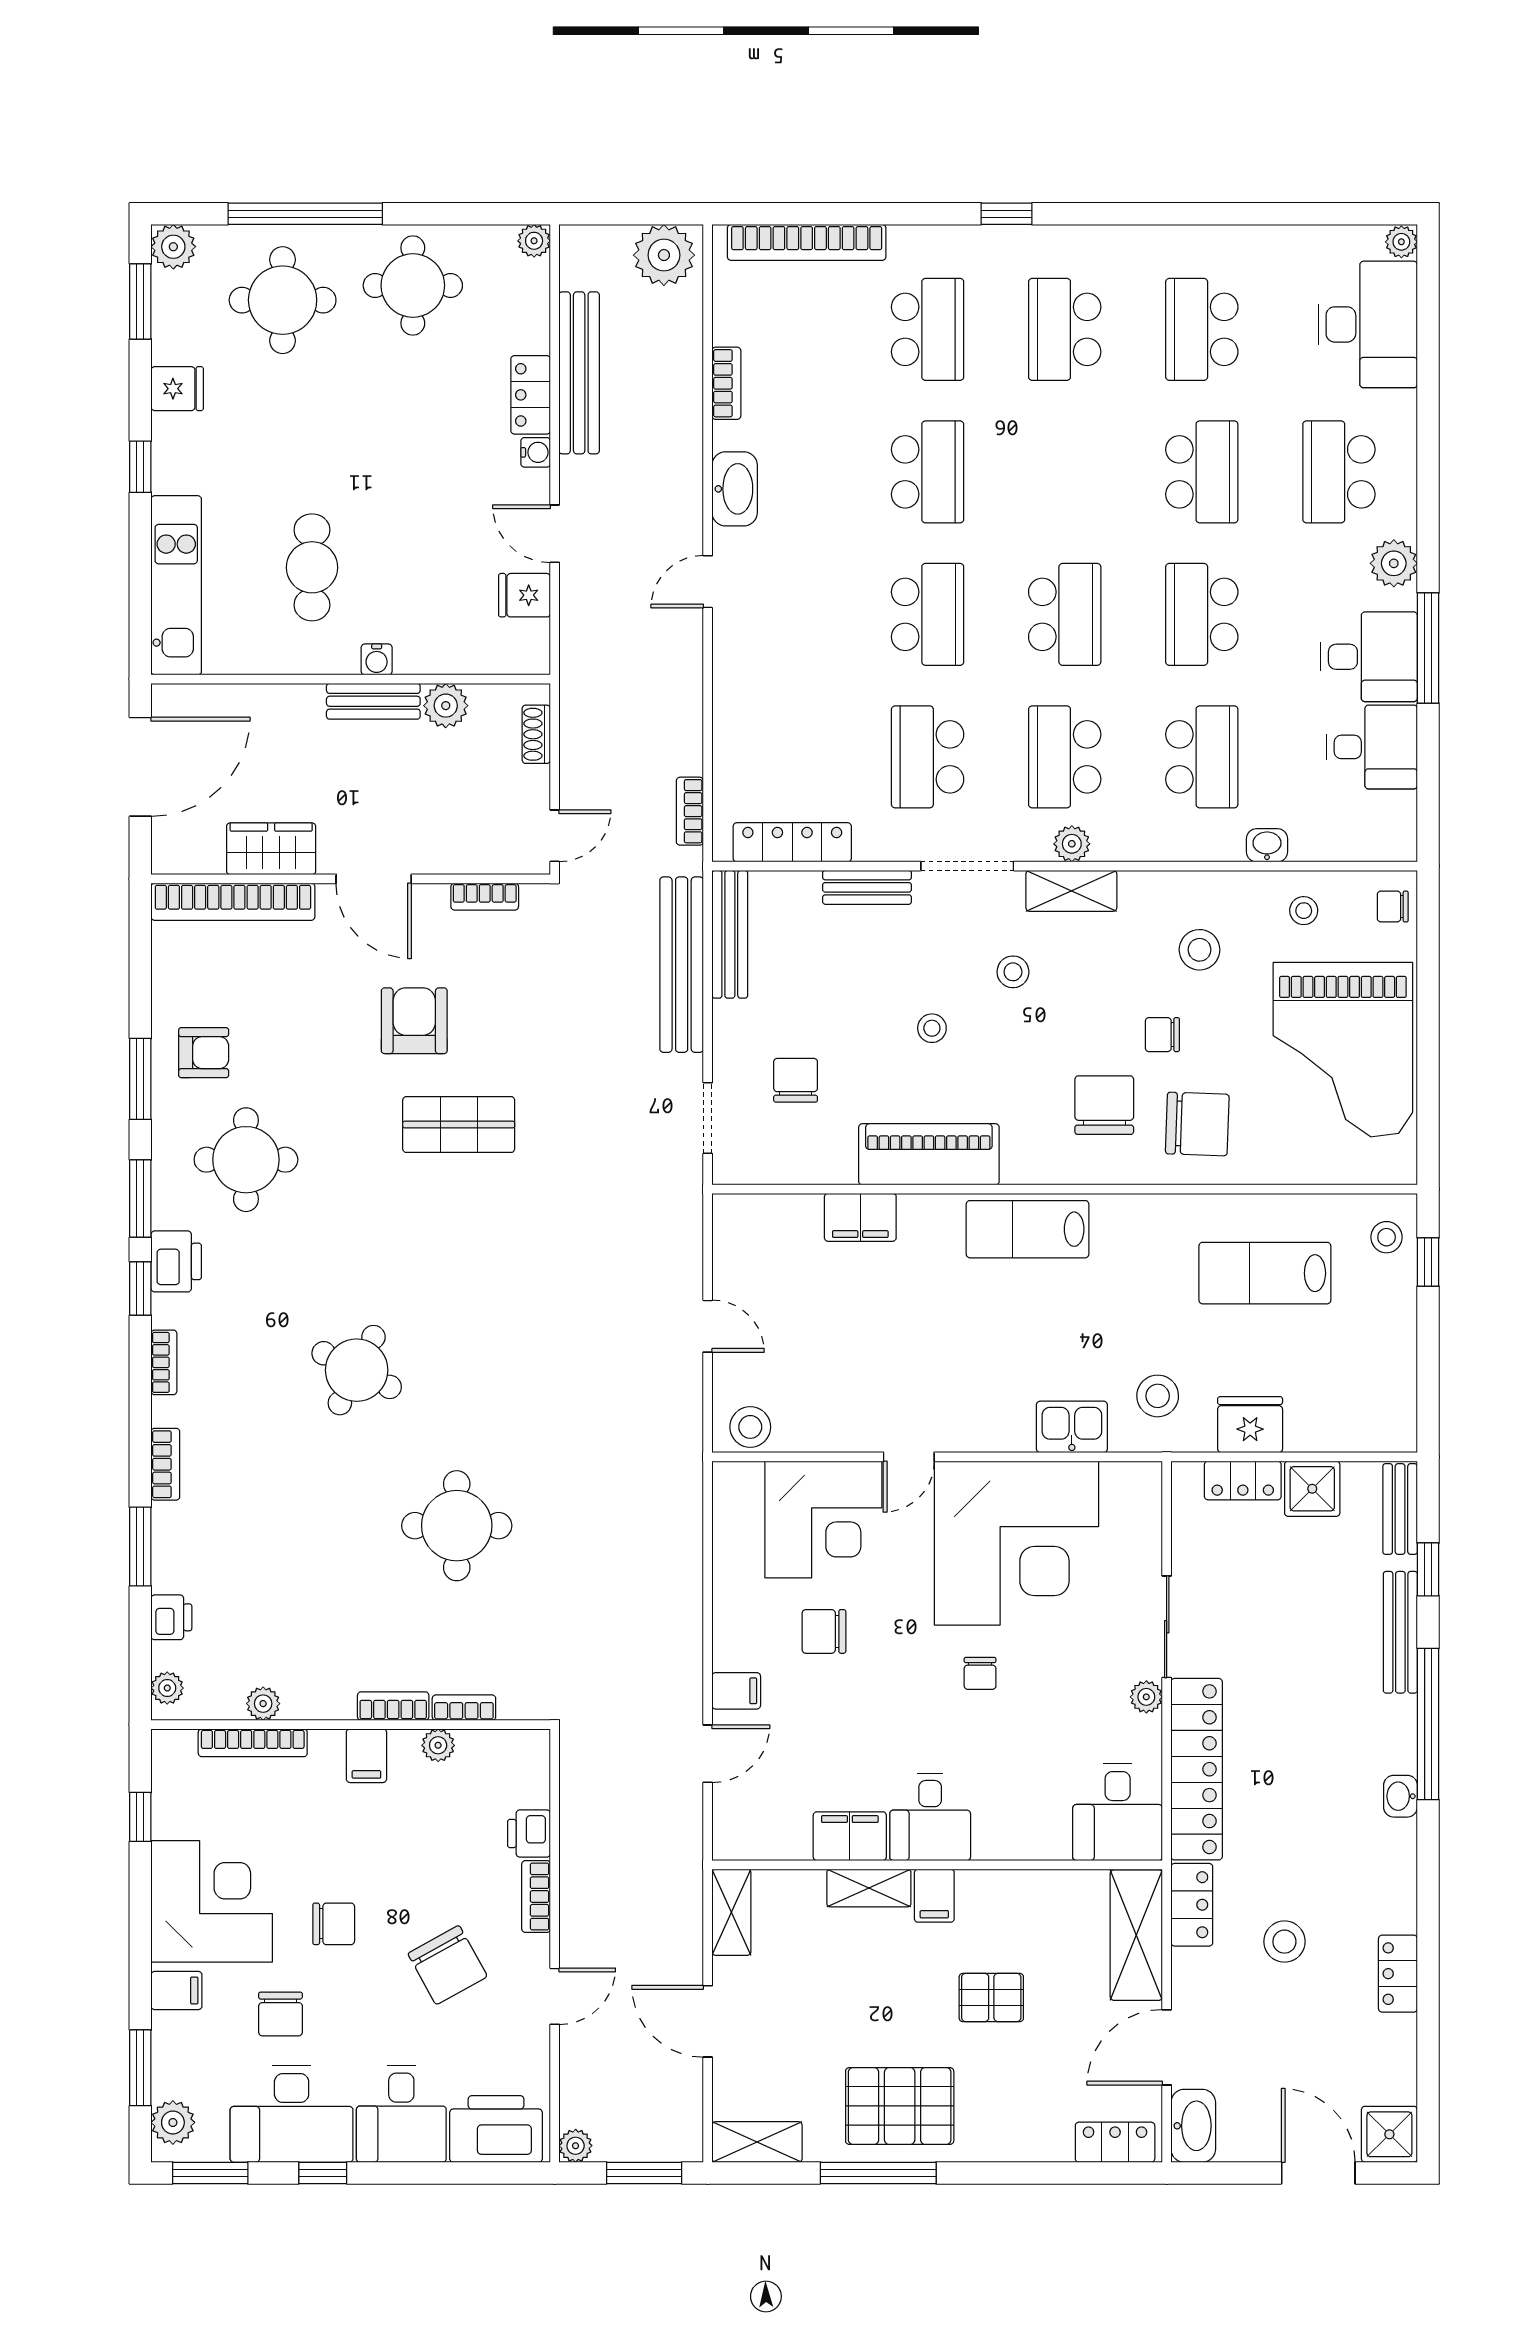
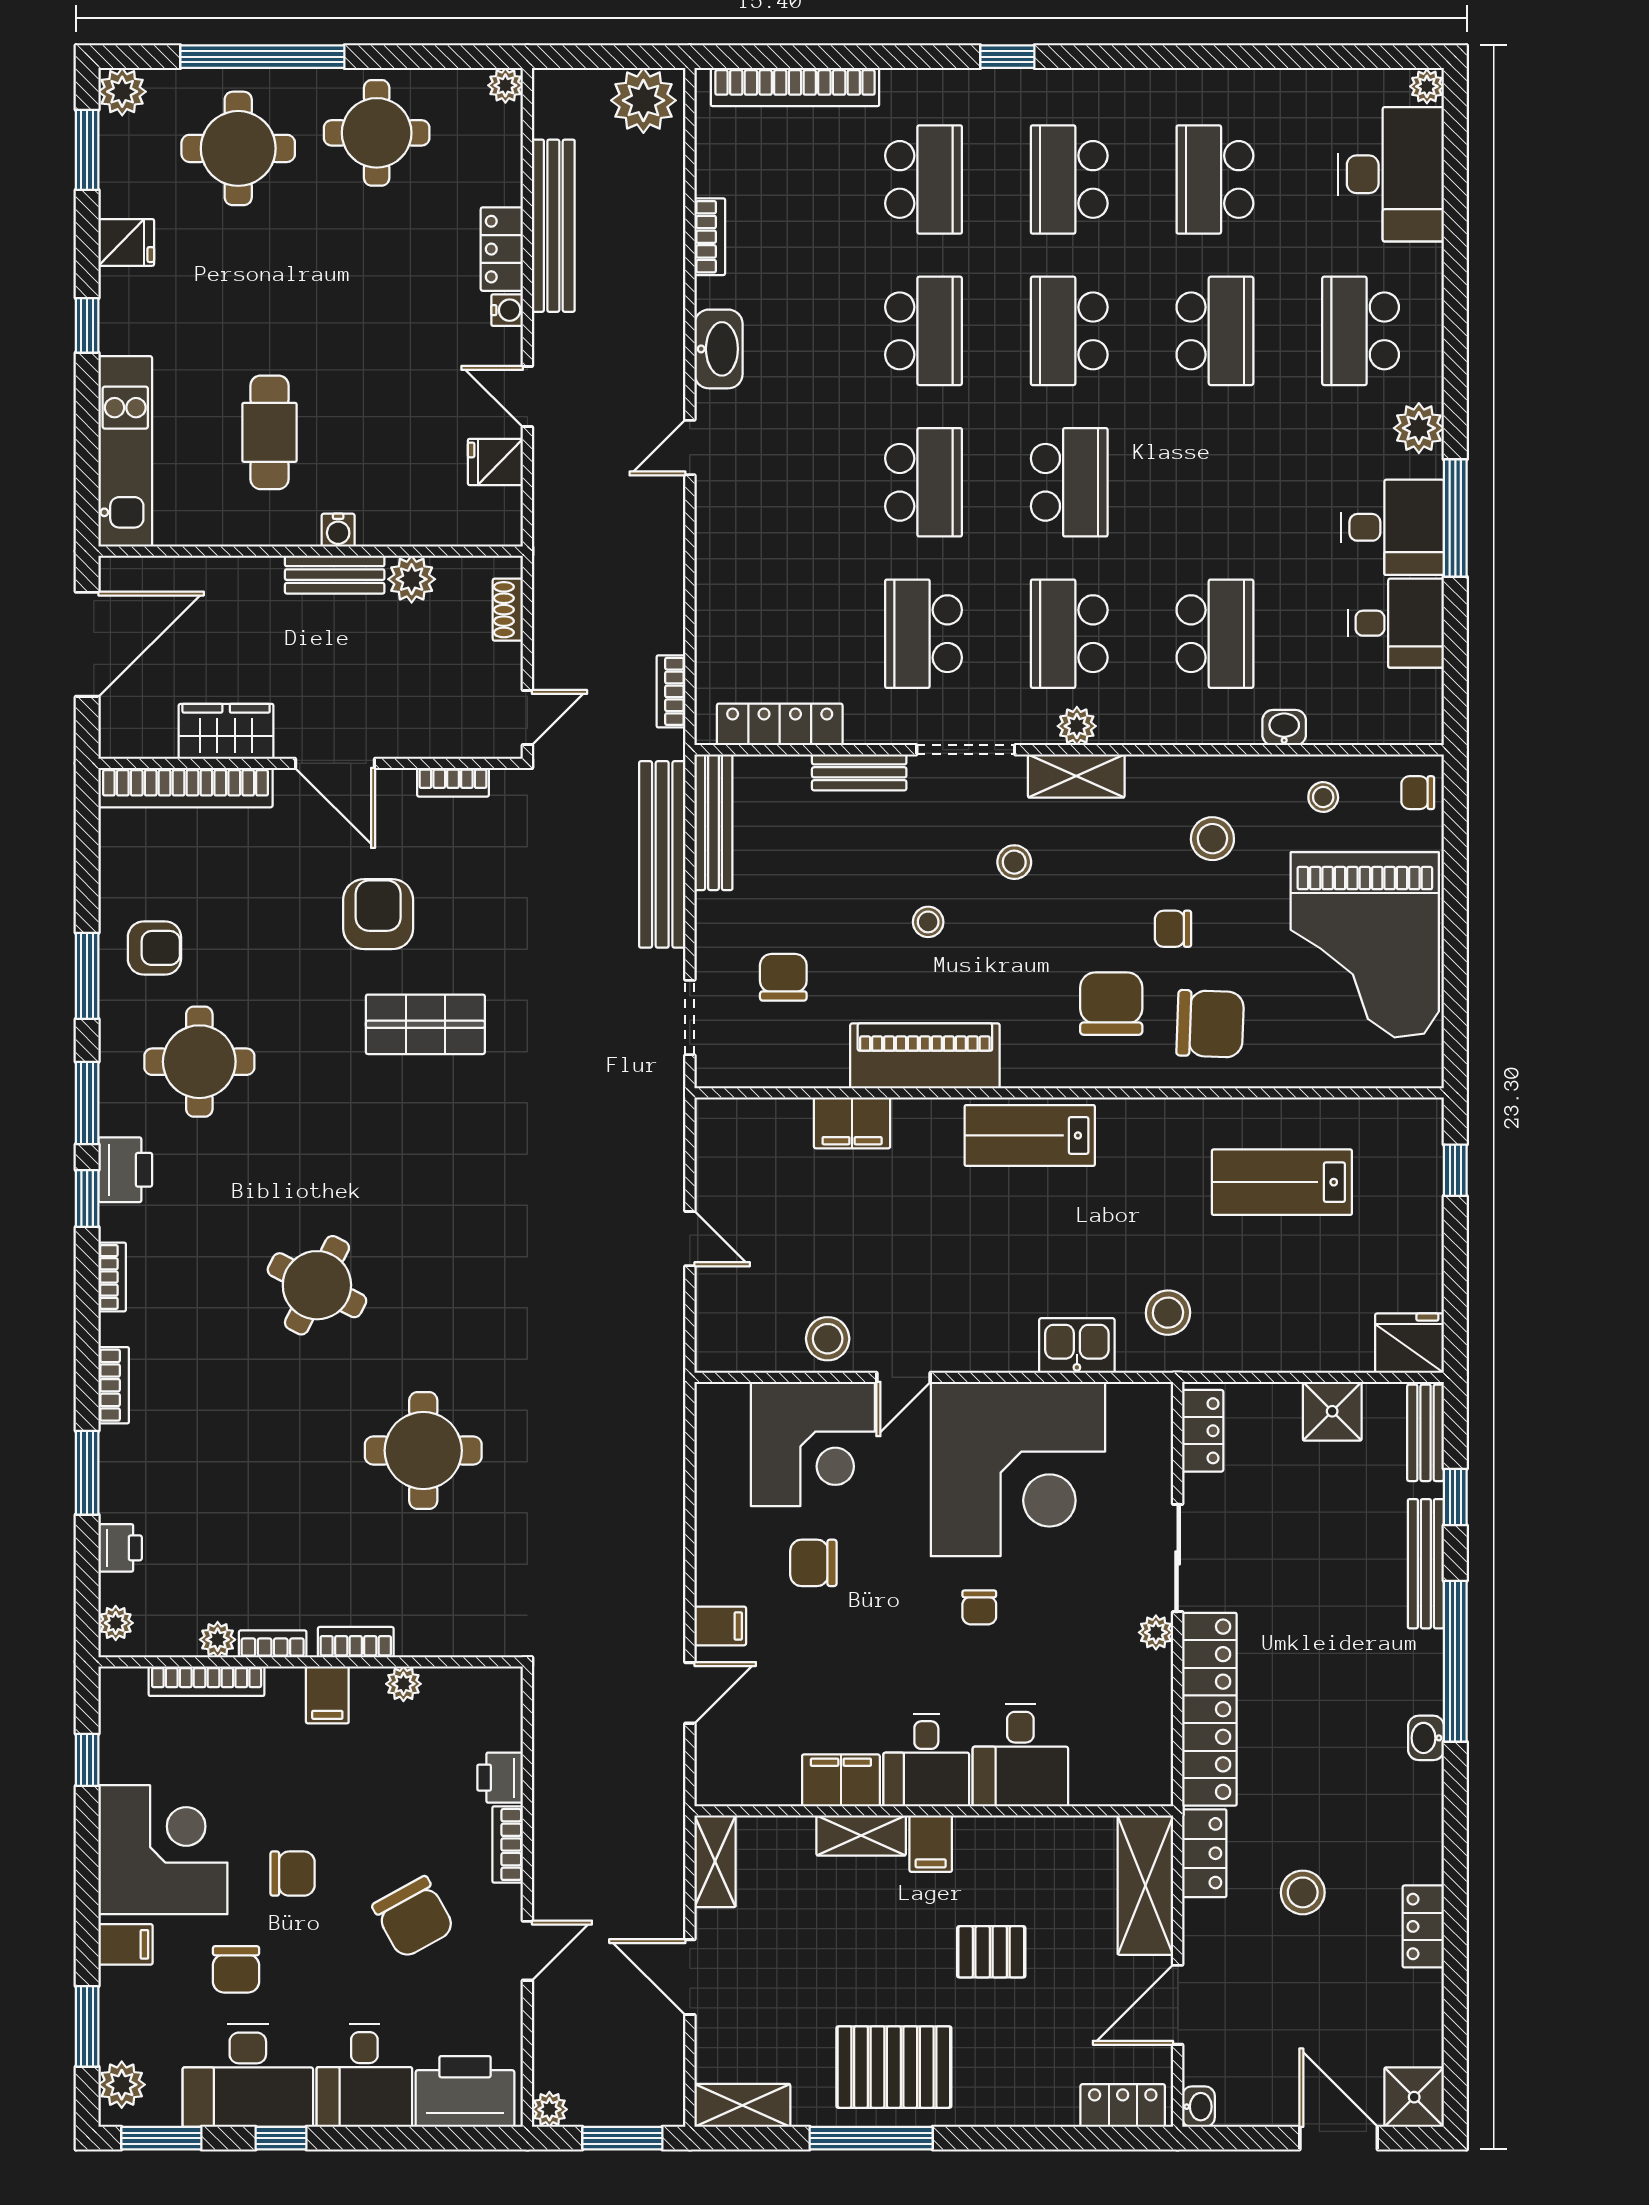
school desk: (1202, 614) -> (1069, 331), moved
stool: (1387, 1237) -> (1411, 1144), removed
fridge: (1250, 1425) -> (1410, 1343), moved
stool: (750, 1427) -> (828, 1339), moved
locker: (1243, 1480) -> (1203, 1431), moved, turned -90
bookcase: (464, 1708) -> (273, 1644), moved
desk: (1118, 1812) -> (1020, 1755), moved
washbasin: (1193, 2126) -> (1198, 2107), width x0.52, depth x0.69

